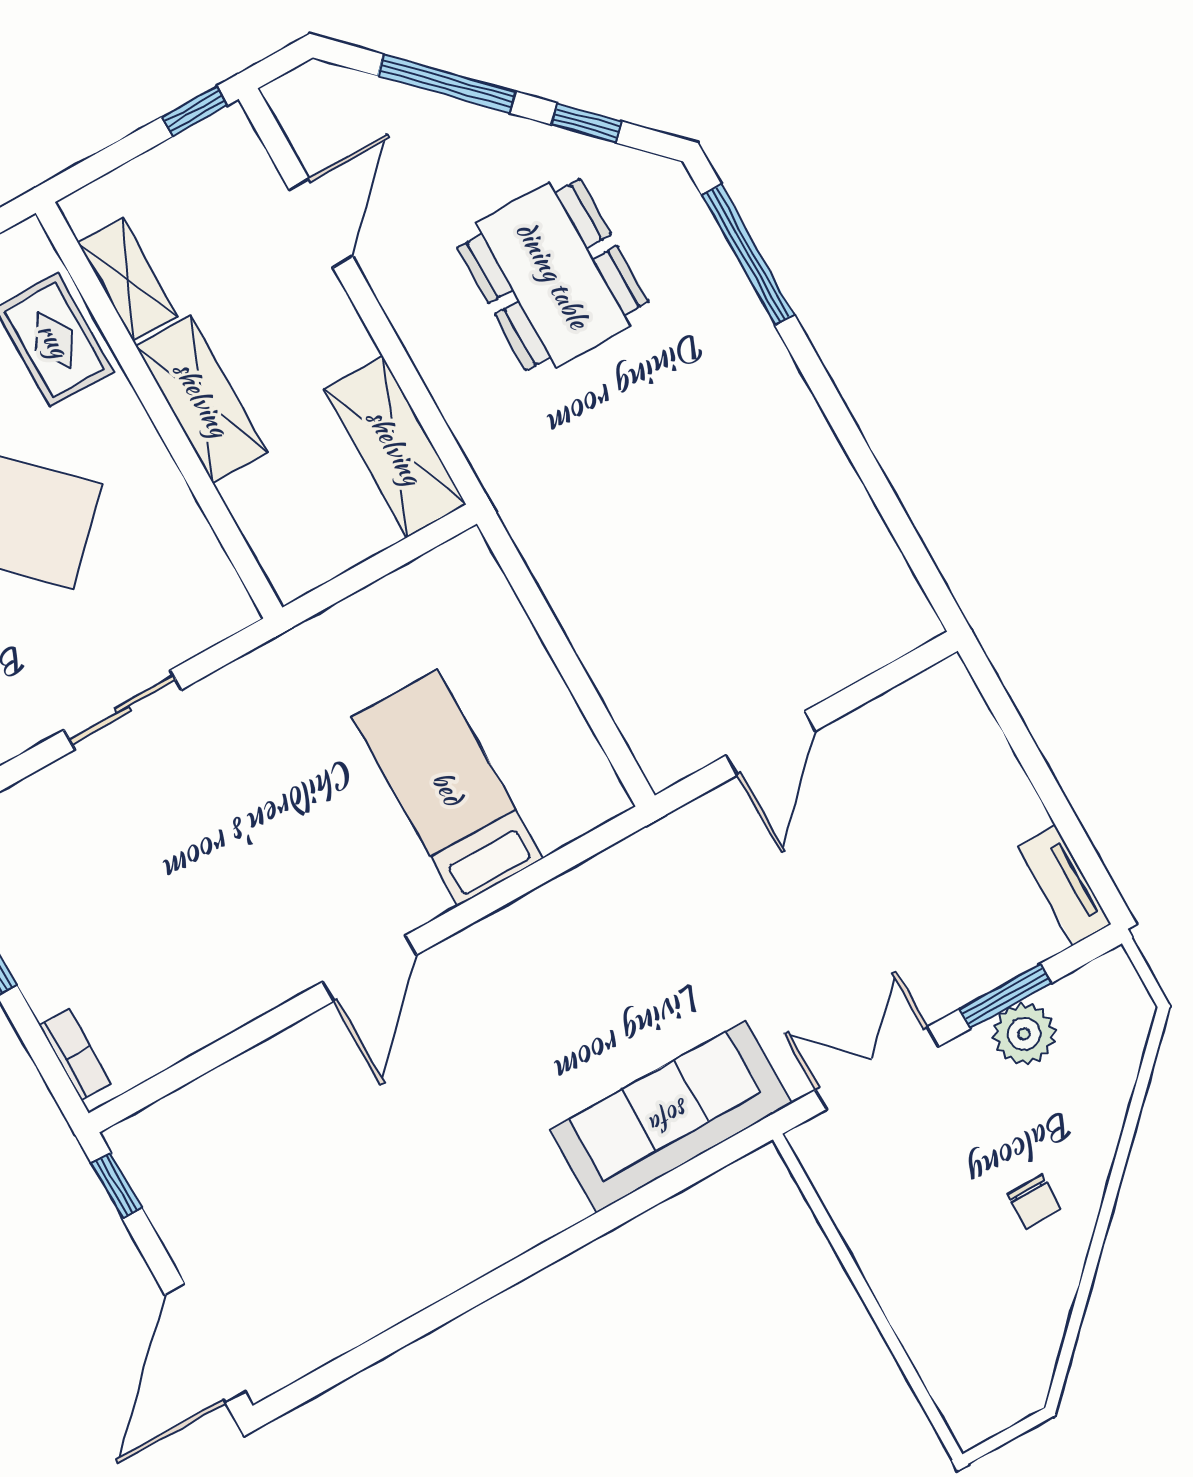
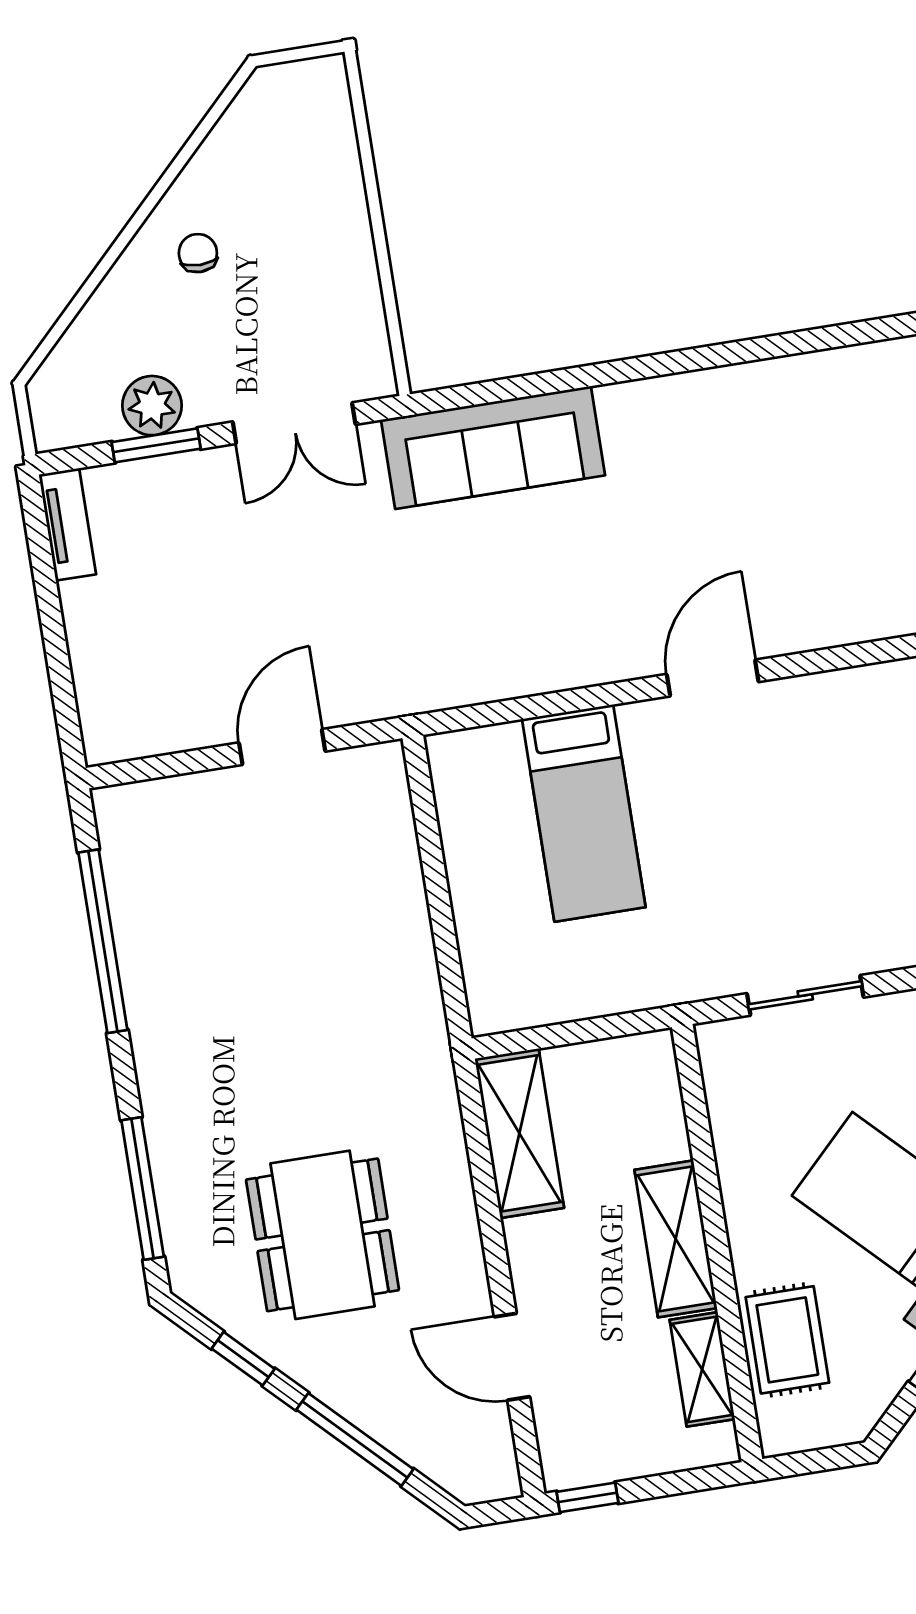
door: (321, 223) -> (512, 1357), hinge flipped
window: (877, 485) -> (103, 941), added
sliding door: (123, 710) -> (805, 995), moved

